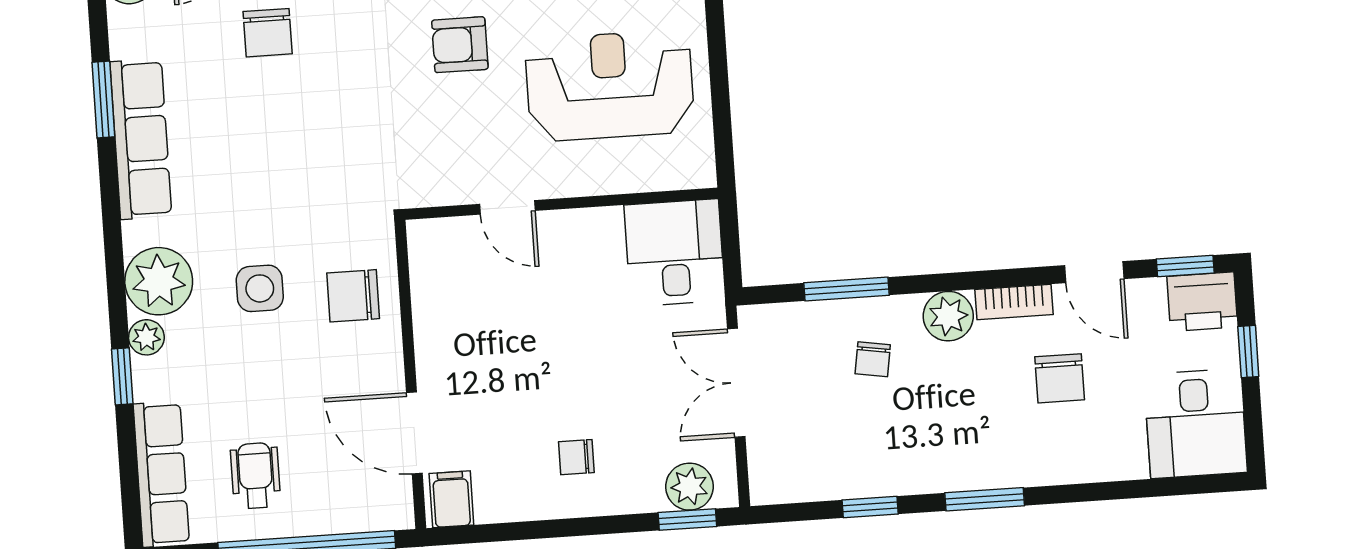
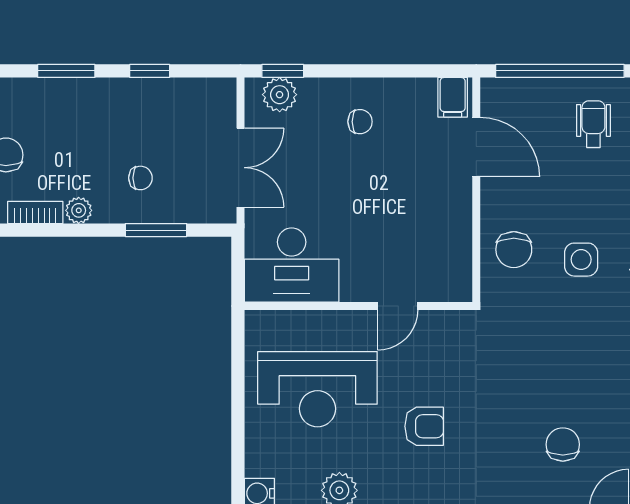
door: (507, 207) -> (398, 306), swing flipped
desk: (675, 253) -> (292, 265), width x1.37
chair: (353, 296) -> (514, 250), turned 90
plant: (948, 316) -> (79, 210), width x0.73, depth x0.73
chair: (873, 359) -> (140, 178), turned 81
wheelchair: (256, 476) -> (593, 124), turned 180

